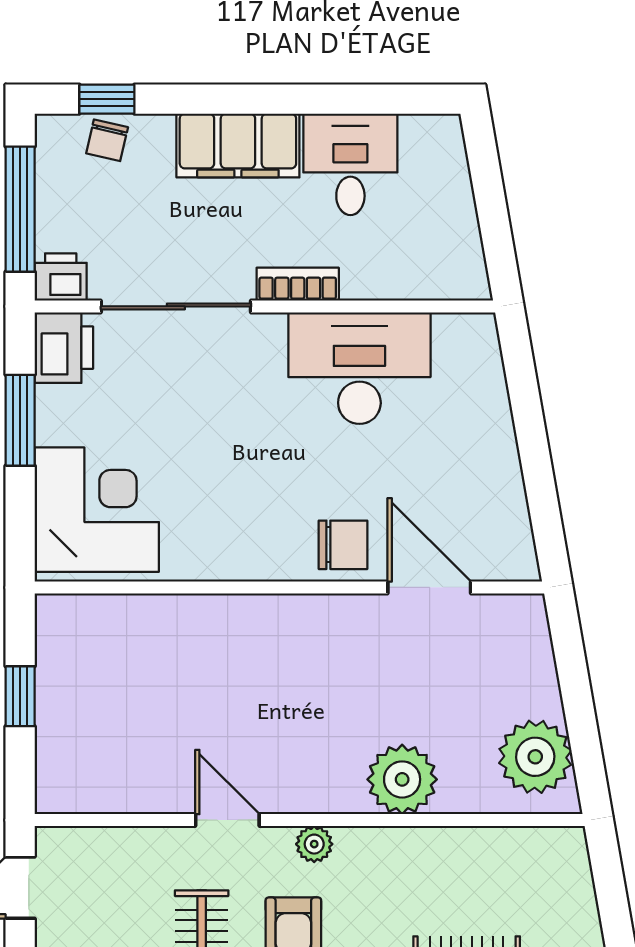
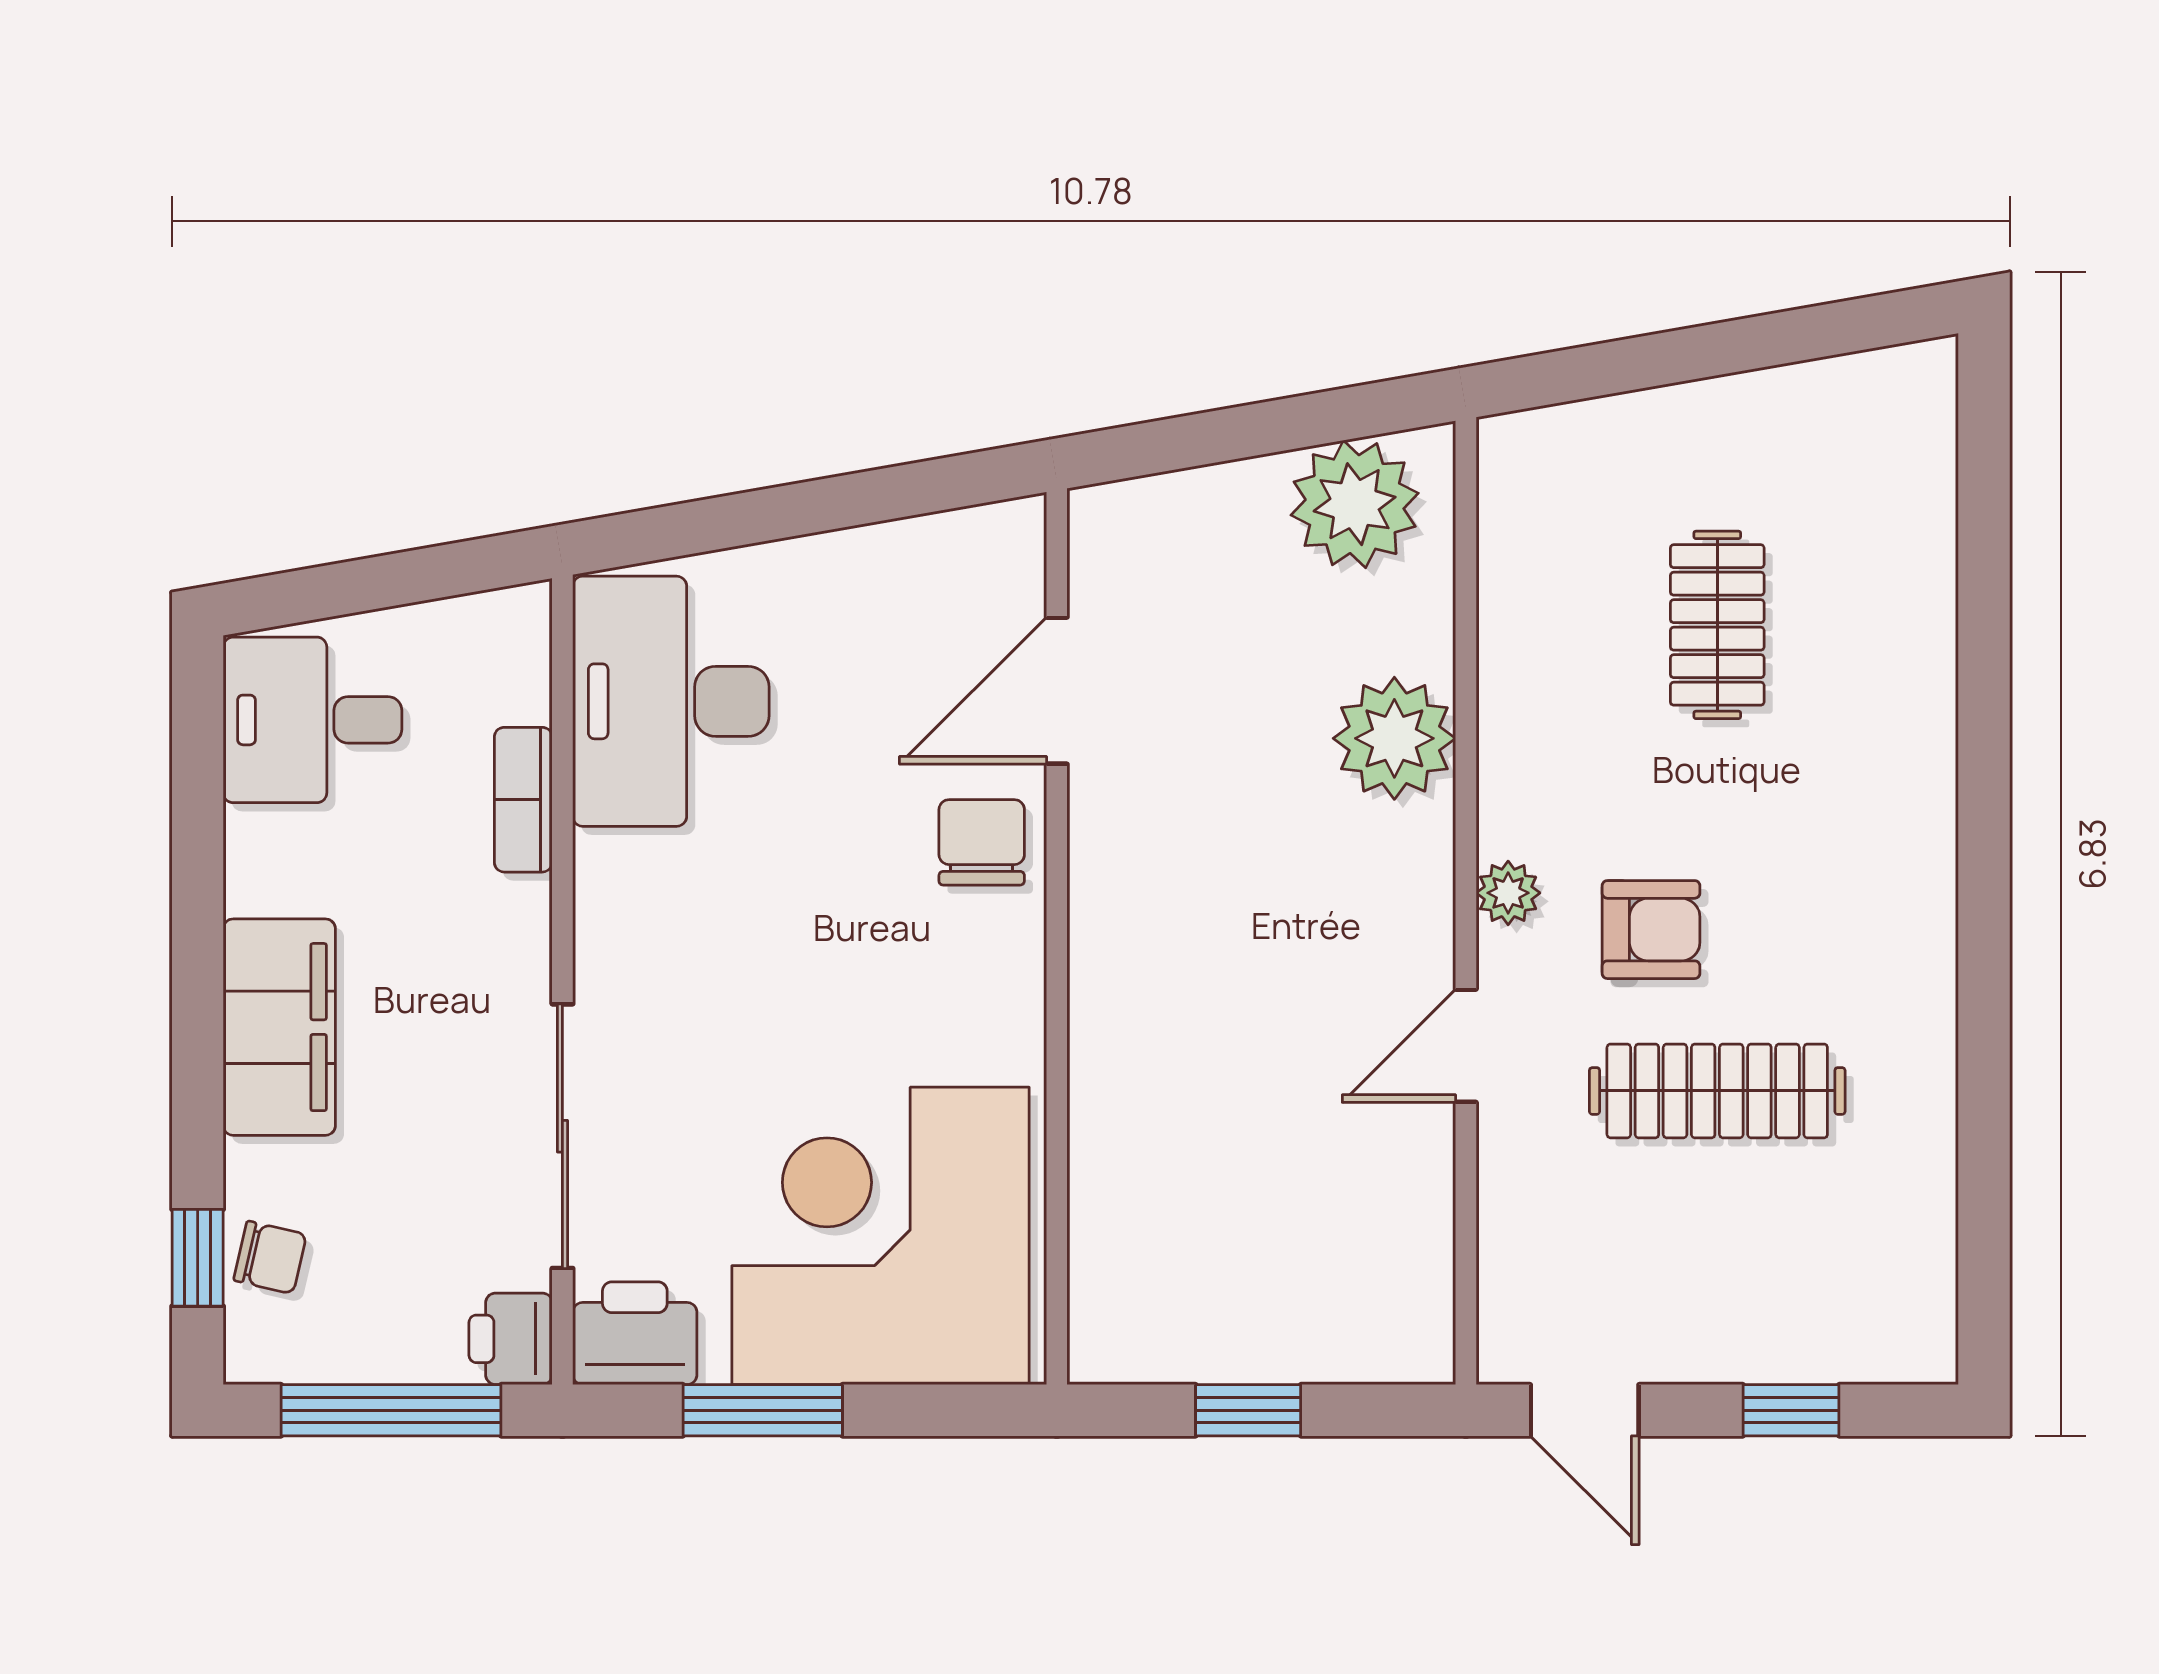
desk: (350, 164) -> (313, 720), moved
bookcase: (298, 284) -> (523, 800), moved
desk: (359, 368) -> (671, 701), moved
corner desk: (97, 510) -> (880, 1236), width x1.36, depth x1.36

